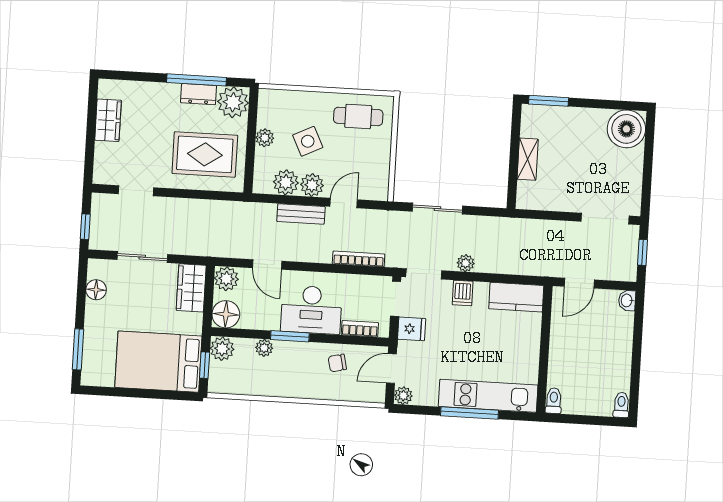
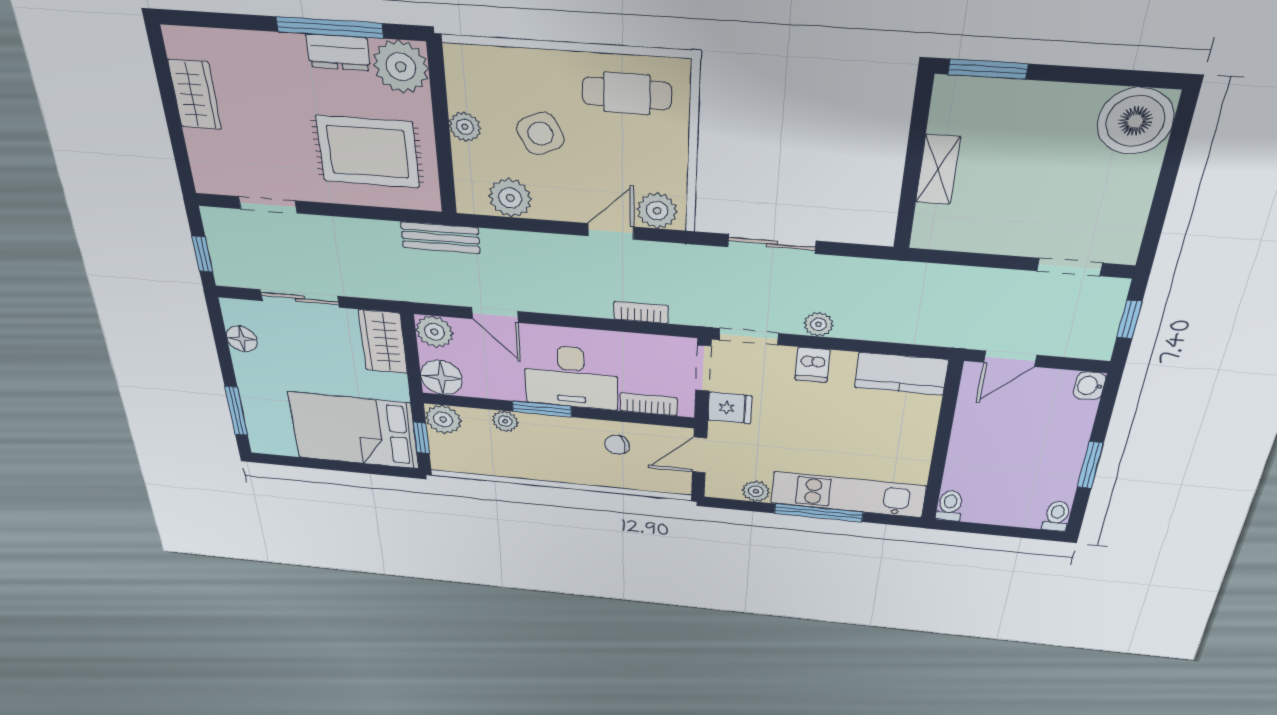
plant: (312, 185) -> (657, 211), moved
bench: (301, 214) -> (440, 238), moved
doorway: (605, 219) -> (1070, 267), width x0.73
bookcase: (359, 259) -> (641, 312), width x0.64
window: (636, 361) -> (1090, 465), added
plant: (403, 396) -> (756, 491), moved

